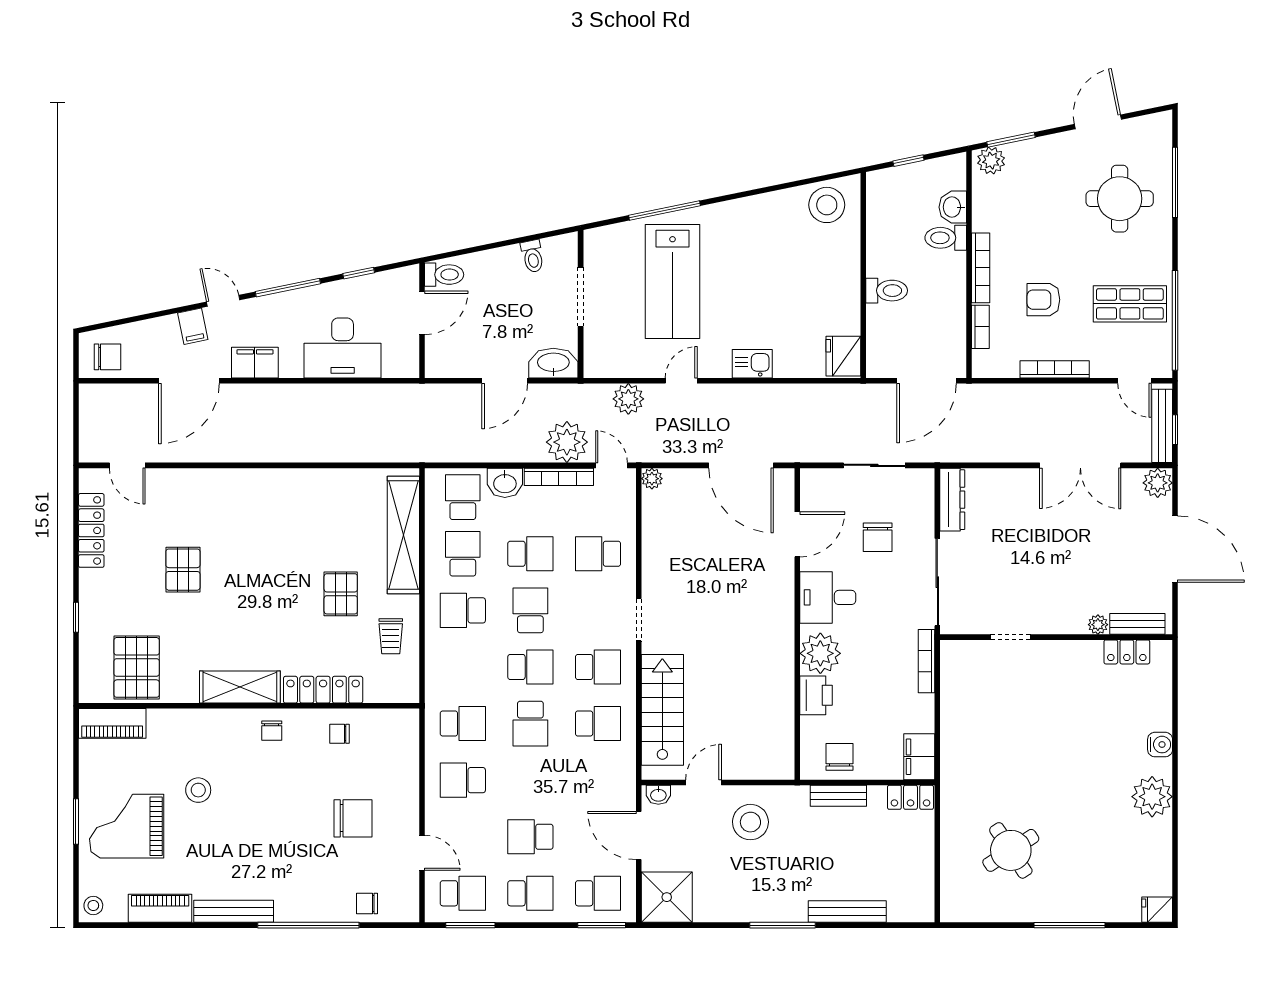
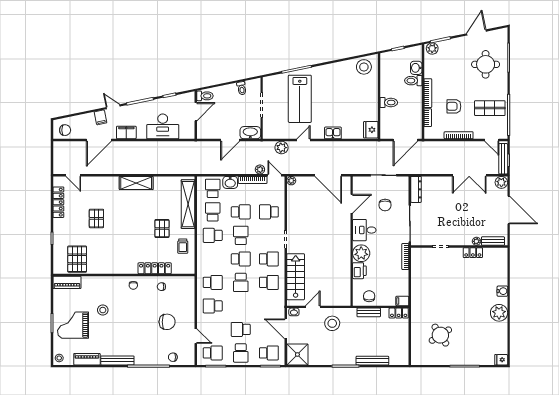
plant: (567, 442) -> (260, 169), width x0.53, depth x0.53
locker: (1127, 652) -> (473, 253), moved
shelving: (240, 687) -> (136, 183), moved
filing cabinet: (919, 757) -> (402, 301), width x0.50
school desk: (530, 893) -> (241, 353), turned 90

